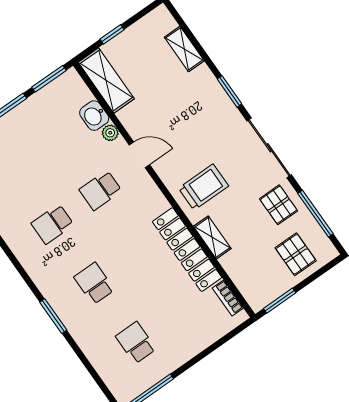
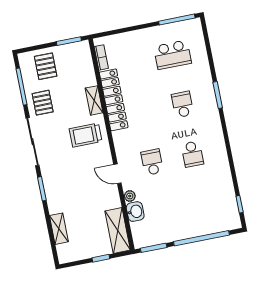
school desk: (100, 190) -> (152, 162), turned -90
school desk: (52, 224) -> (192, 154), turned 90
school desk: (94, 283) -> (182, 104), turned 180
school desk: (136, 343) -> (173, 55), width x1.85

